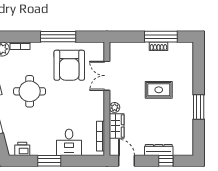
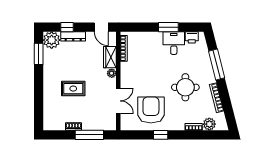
window: (58, 37) -> (161, 135), width x0.46
window: (161, 37) -> (89, 135), moved
window: (199, 107) -> (39, 54), moved
desk: (69, 142) -> (174, 43), moved
plant: (184, 146) -> (52, 40), added

